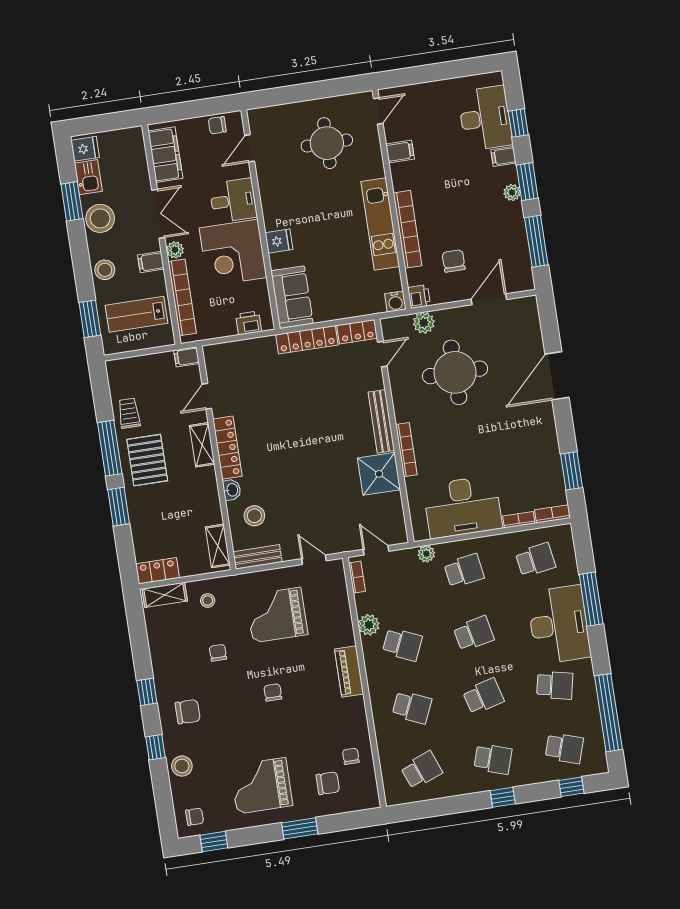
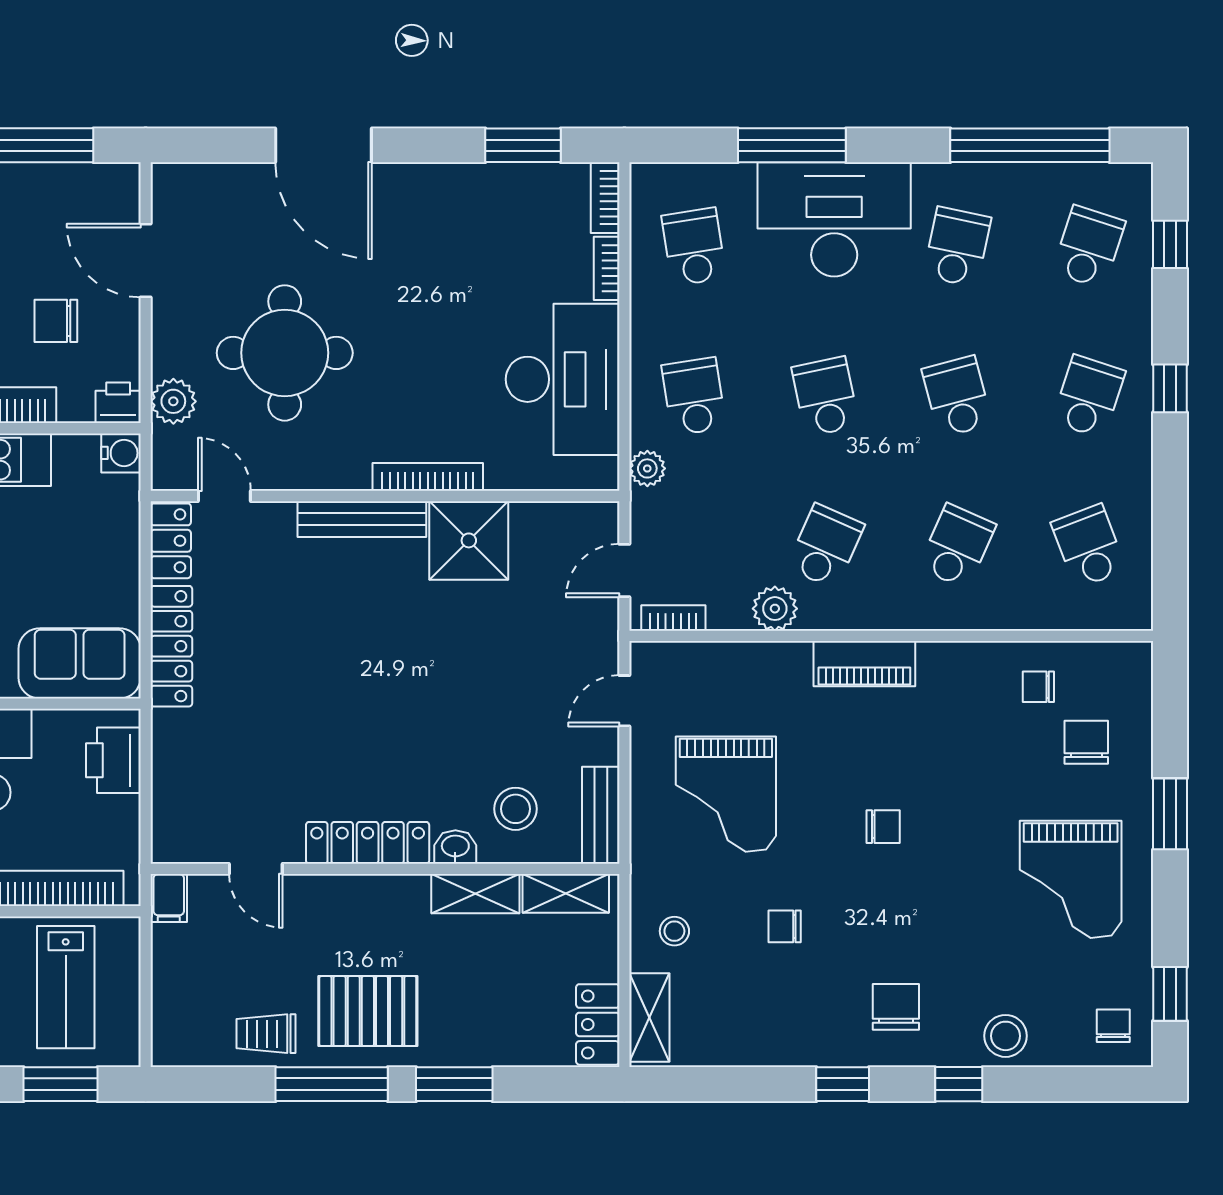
printer: (249, 323) -> (113, 760), width x1.36, depth x1.24
shelving: (202, 445) -> (475, 894), moved
chair: (273, 692) -> (883, 827), turned 180

